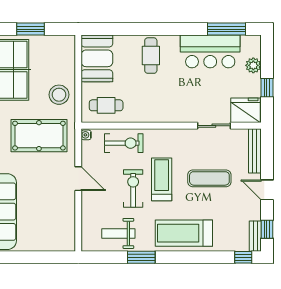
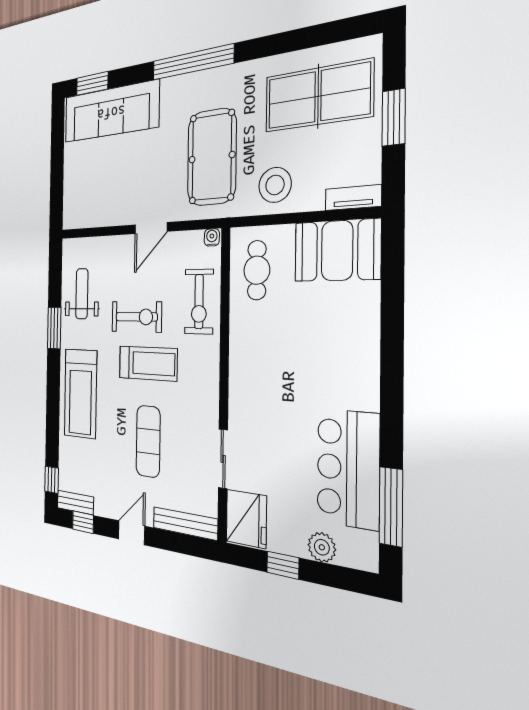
tv unit: (70, 50) -> (353, 198), added
cafe table: (151, 56) -> (341, 353), removed
treadmill: (184, 233) -> (80, 393), turned 180

